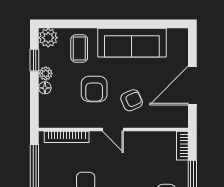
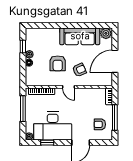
plant: (48, 38) -> (106, 33), moved
coffee table: (79, 48) -> (49, 40), removed

